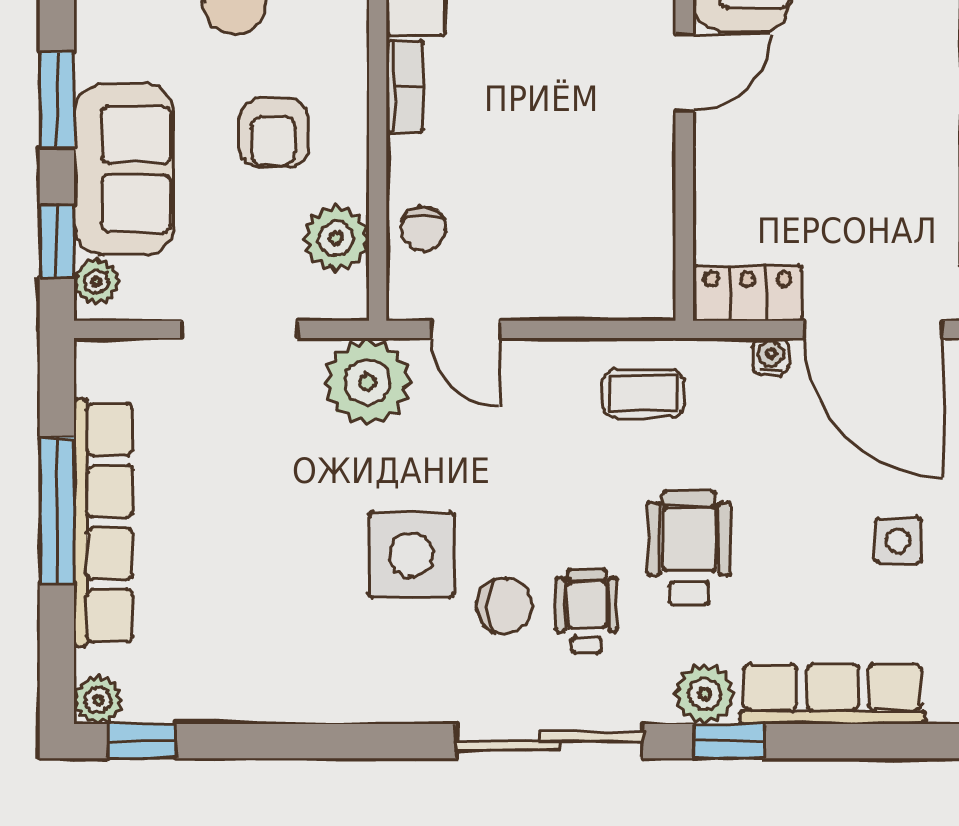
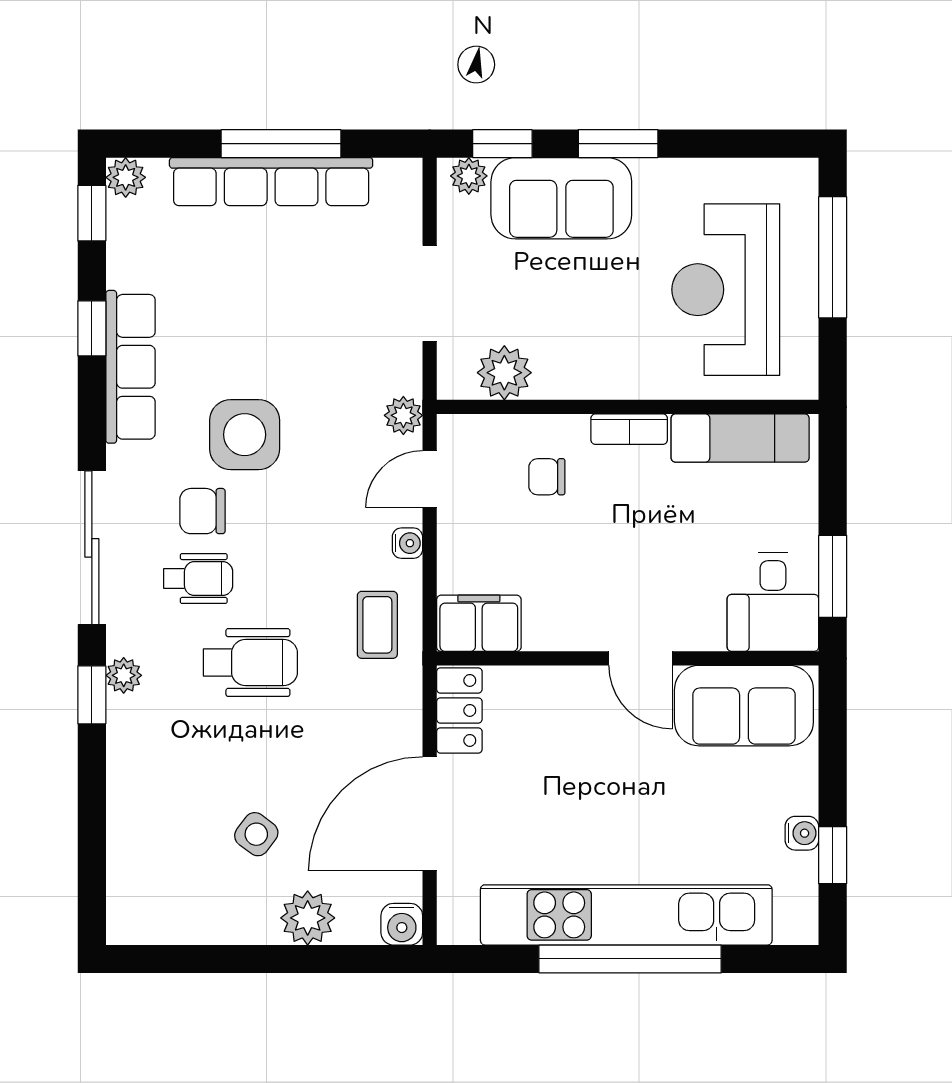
armchair: (273, 132) -> (591, 321), removed
chair: (423, 229) -> (547, 477), moved
filing cabinet: (641, 269) -> (479, 623), added
water cooler: (771, 356) -> (407, 543), moved
plant: (368, 382) -> (403, 415), width x0.53, depth x0.53
side table: (898, 541) -> (256, 834), turned 37
chair: (505, 606) -> (202, 511), turned 90
plant: (705, 694) -> (124, 675), width x0.73, depth x0.73
row of seats: (833, 694) -> (130, 367), moved
window: (282, 741) -> (92, 328), added

